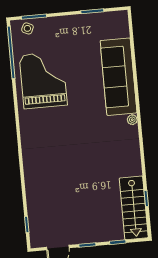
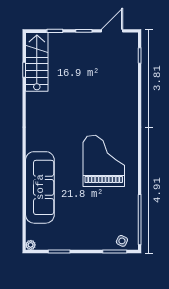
grand piano: (43, 80) -> (104, 161), moved, turned 180
plant: (132, 120) -> (31, 245), moved

